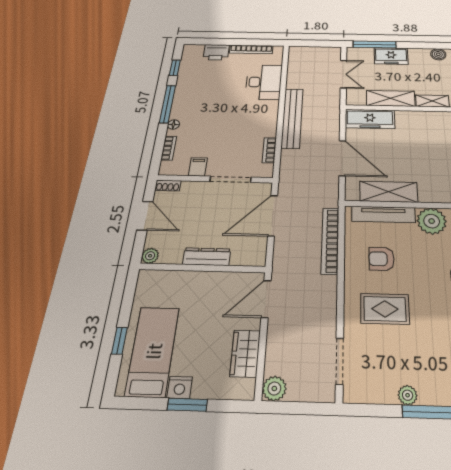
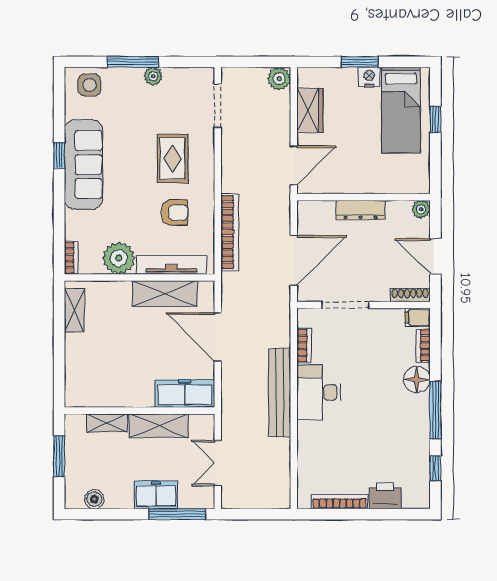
desk: (264, 82) -> (319, 393), moved
floor lamp: (173, 124) -> (417, 379), width x1.89, depth x1.89
filing cabinet: (198, 167) -> (418, 317), moved, turned 90
shoe rack: (168, 186) -> (410, 295), width x1.43
rug: (385, 309) -> (172, 158), turned 90

